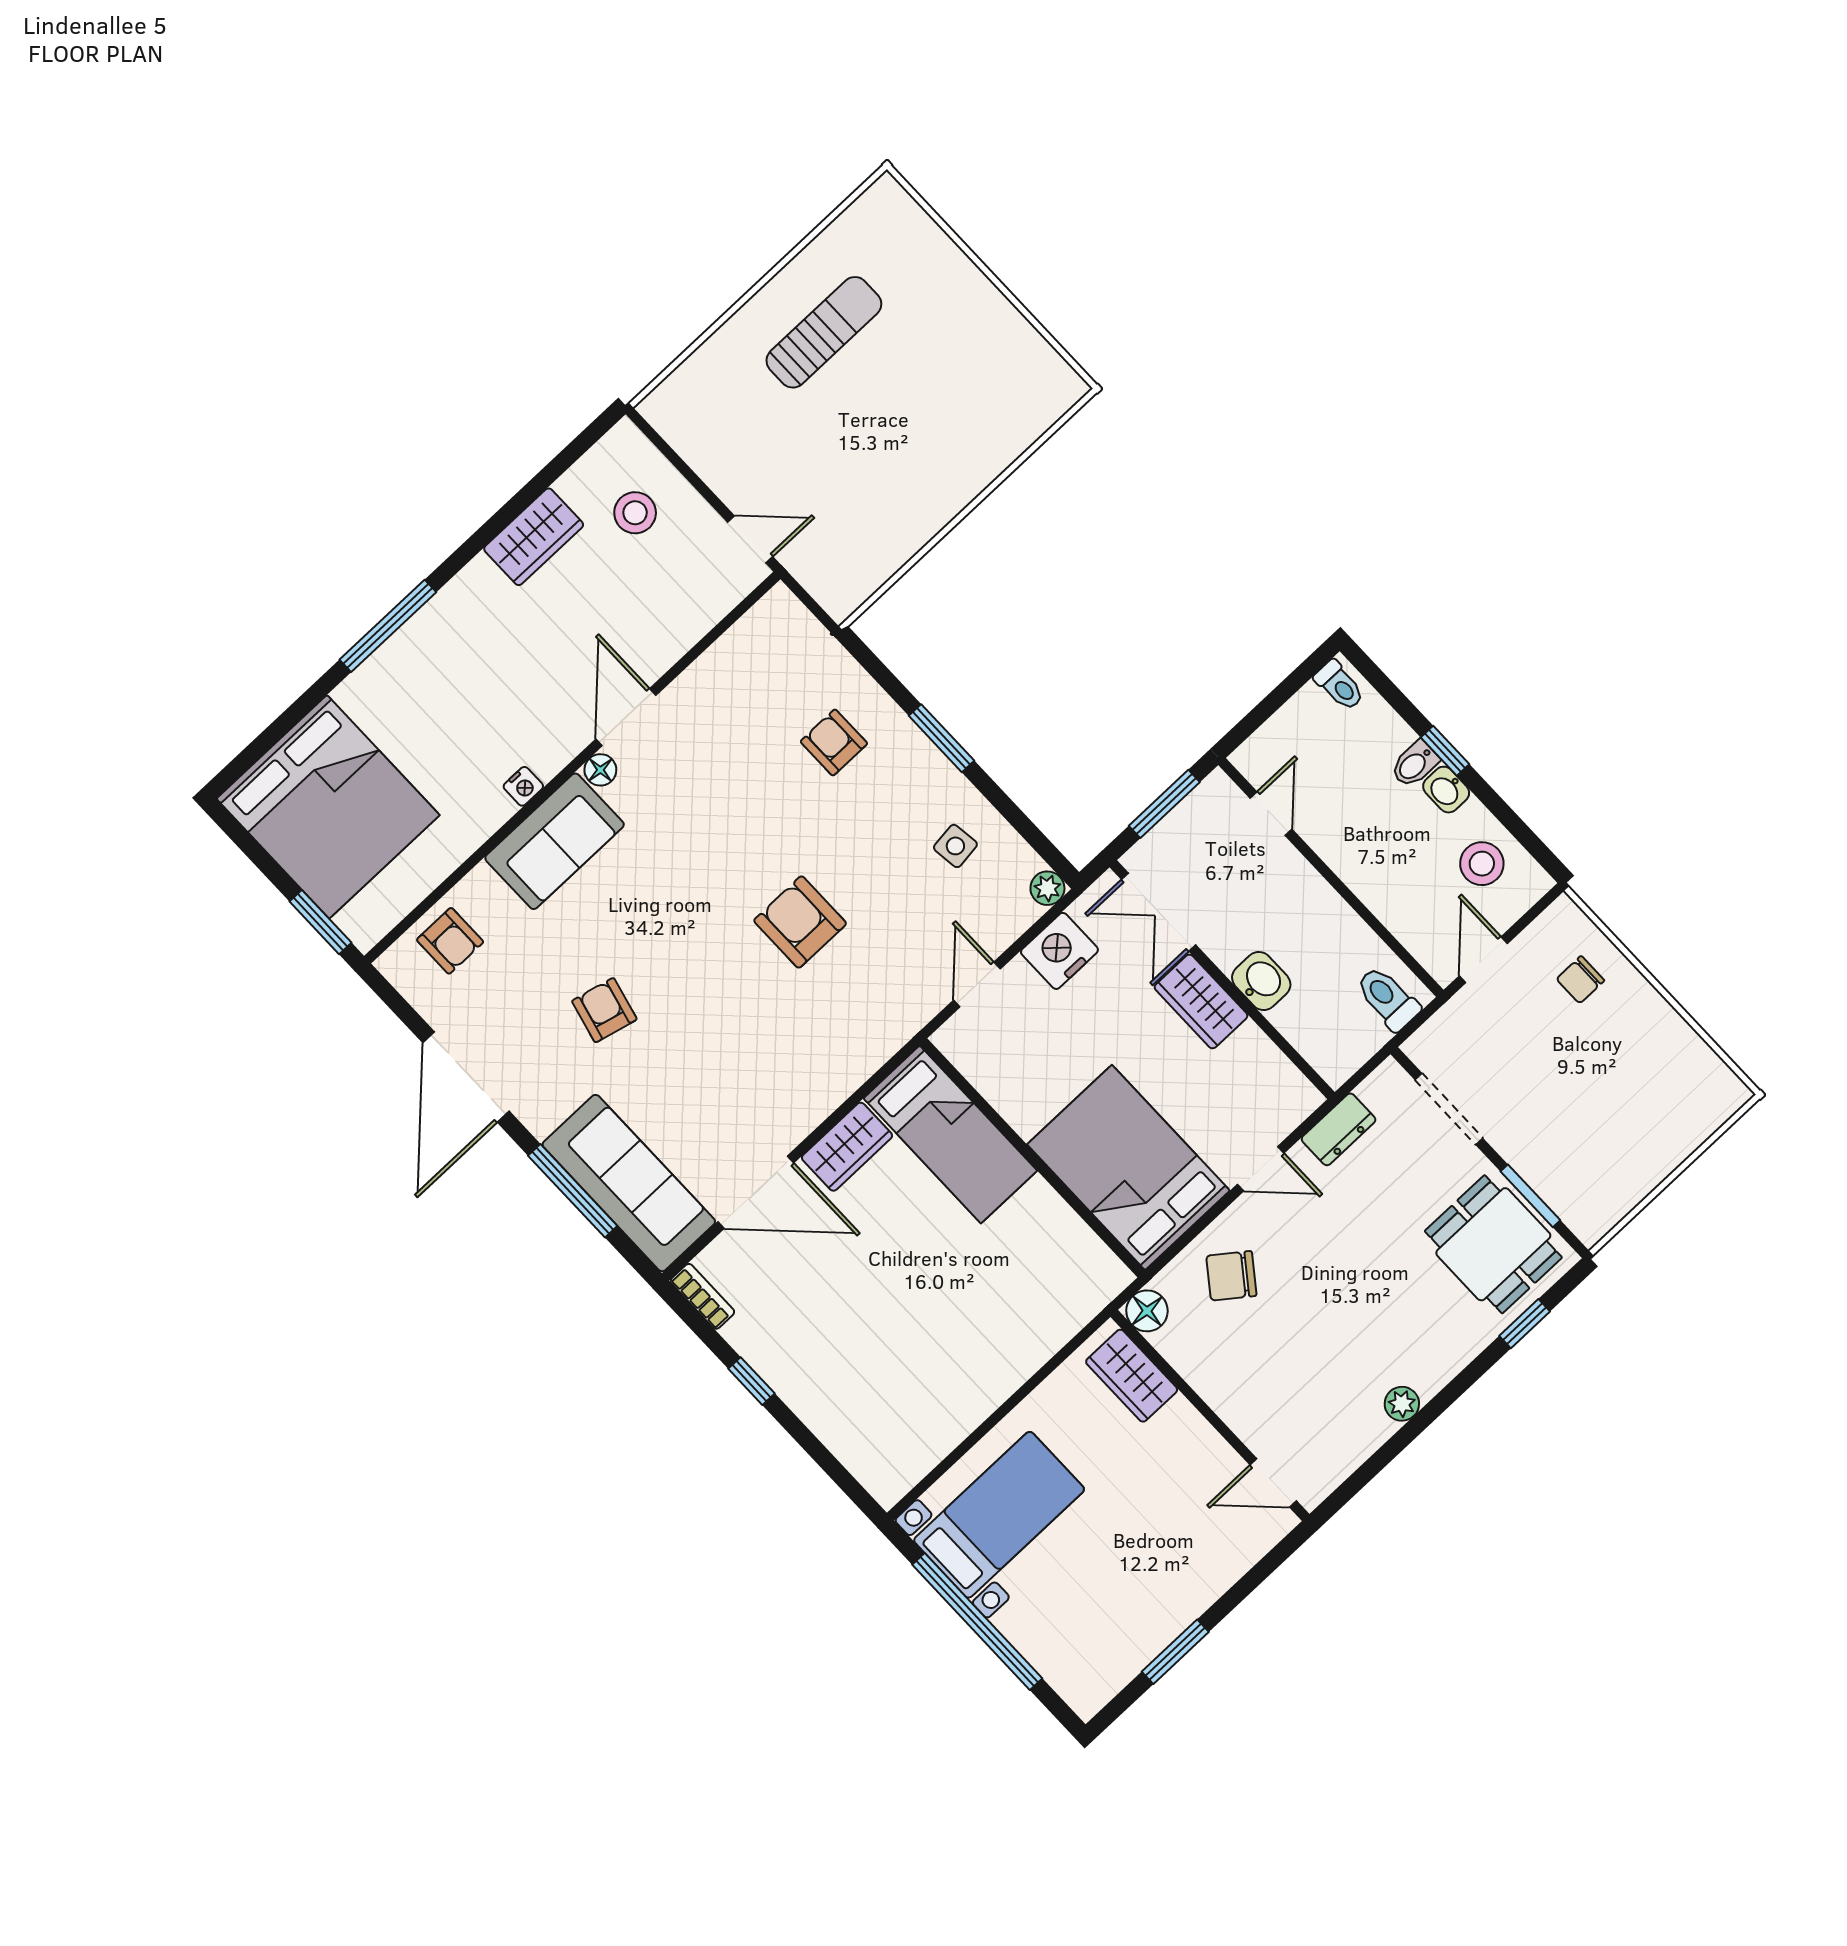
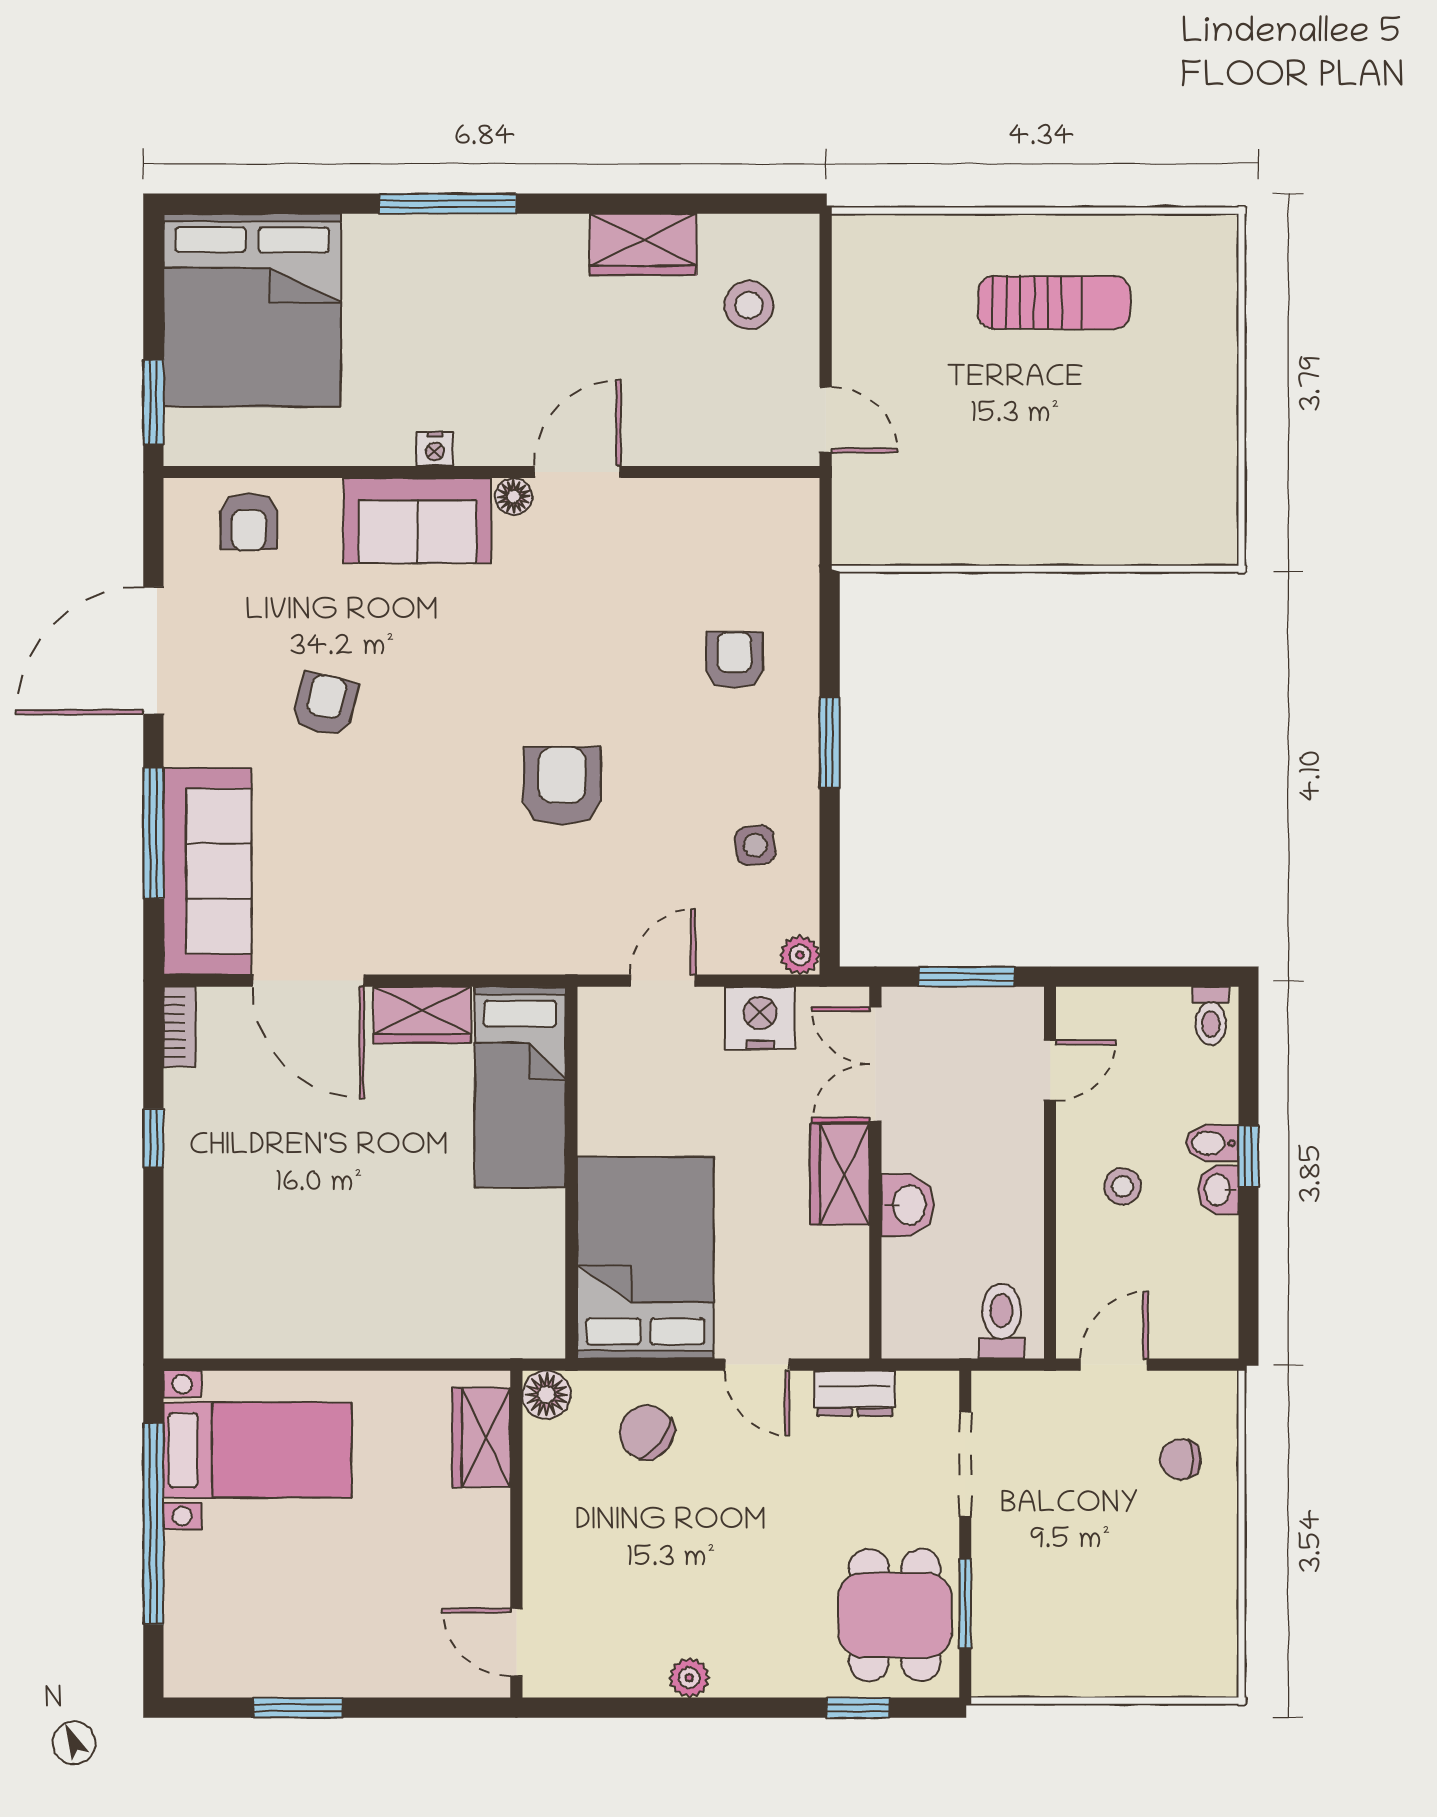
stool: (1482, 864) -> (1123, 1186), moved, width x0.73, depth x0.73

